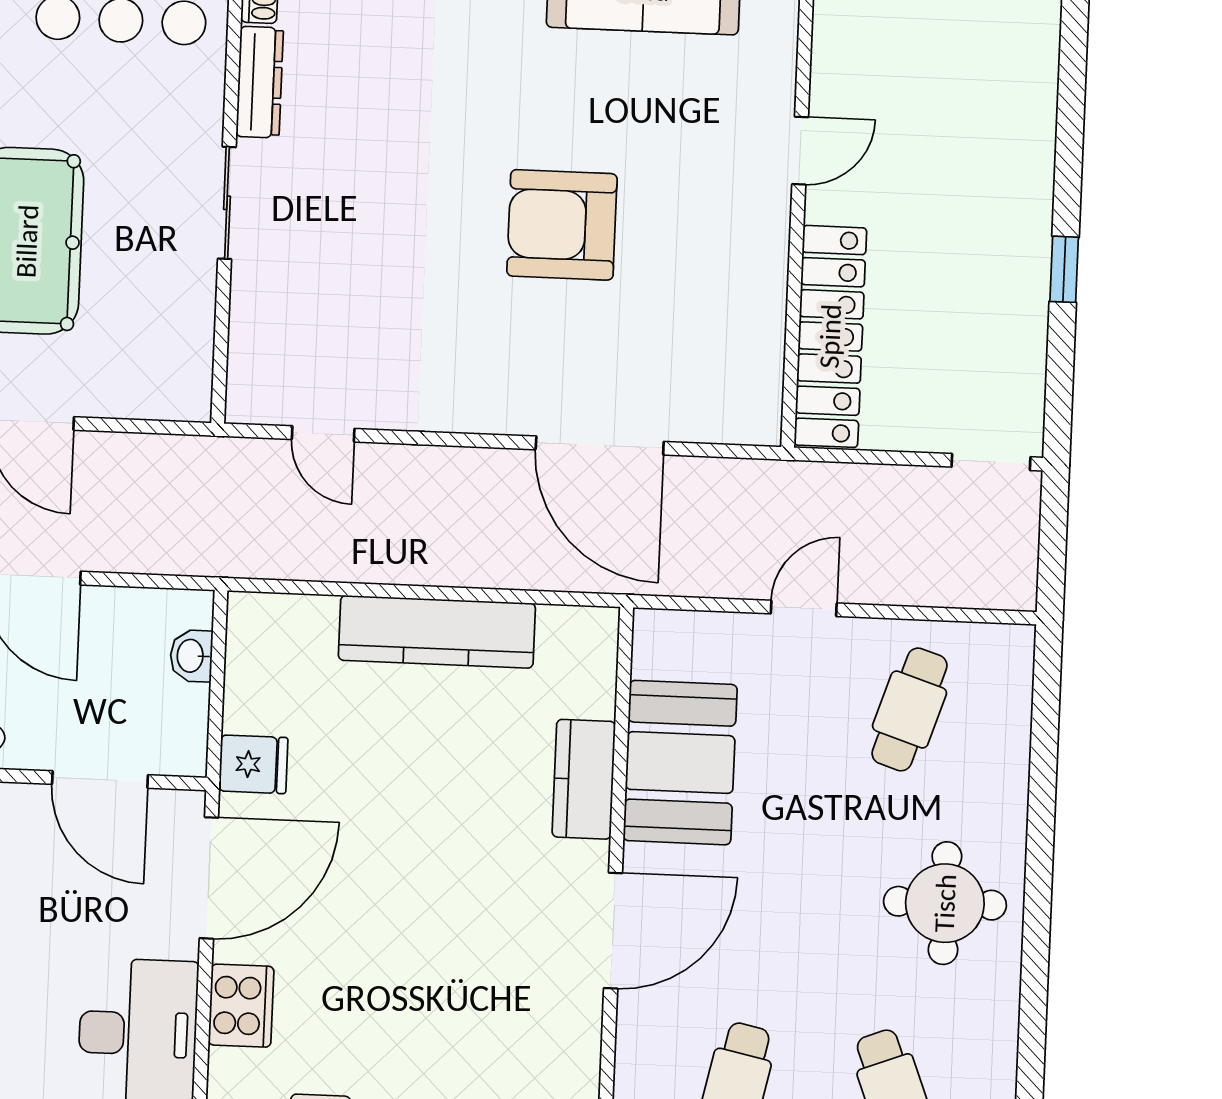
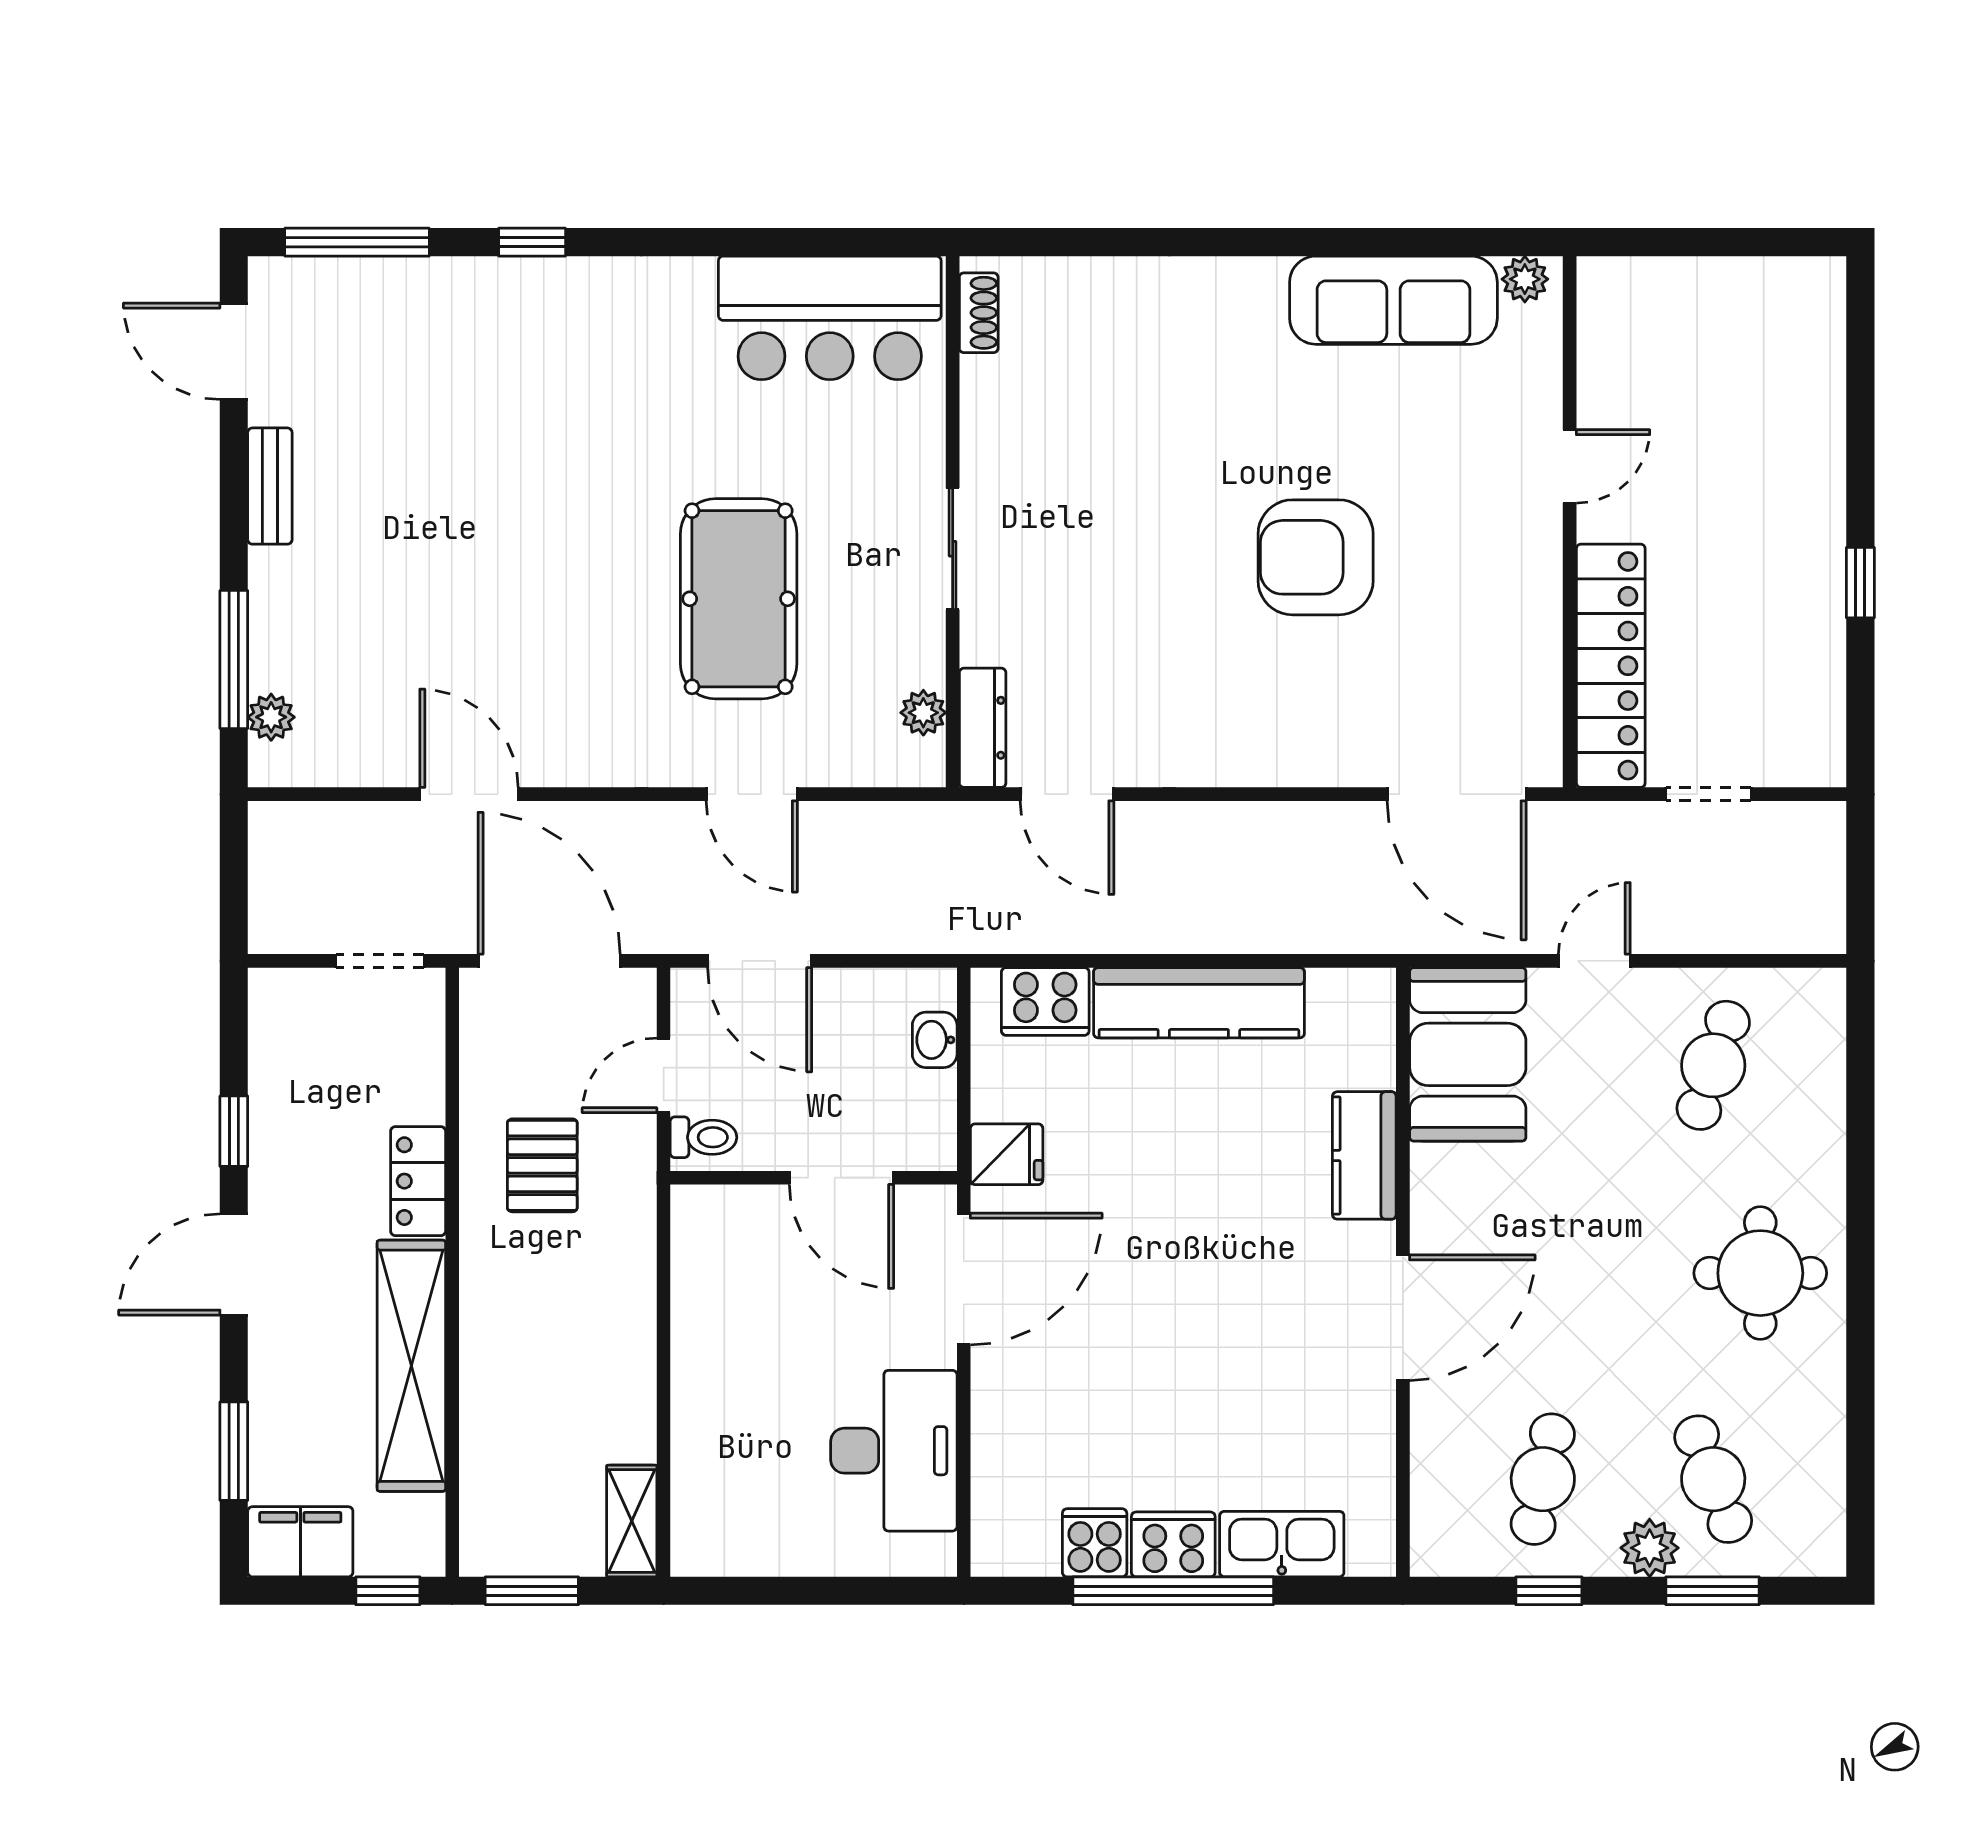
dresser: (260, 82) -> (983, 728), moved
plant: (193, 353) -> (923, 713), added
door: (323, 434) -> (1067, 794), width x1.38
door: (600, 446) -> (1457, 794), moved
doorway: (991, 462) -> (1708, 794), moved
booth: (680, 763) -> (1468, 1054), moved
cooker: (241, 1006) -> (1045, 1001), moved, turned 90

